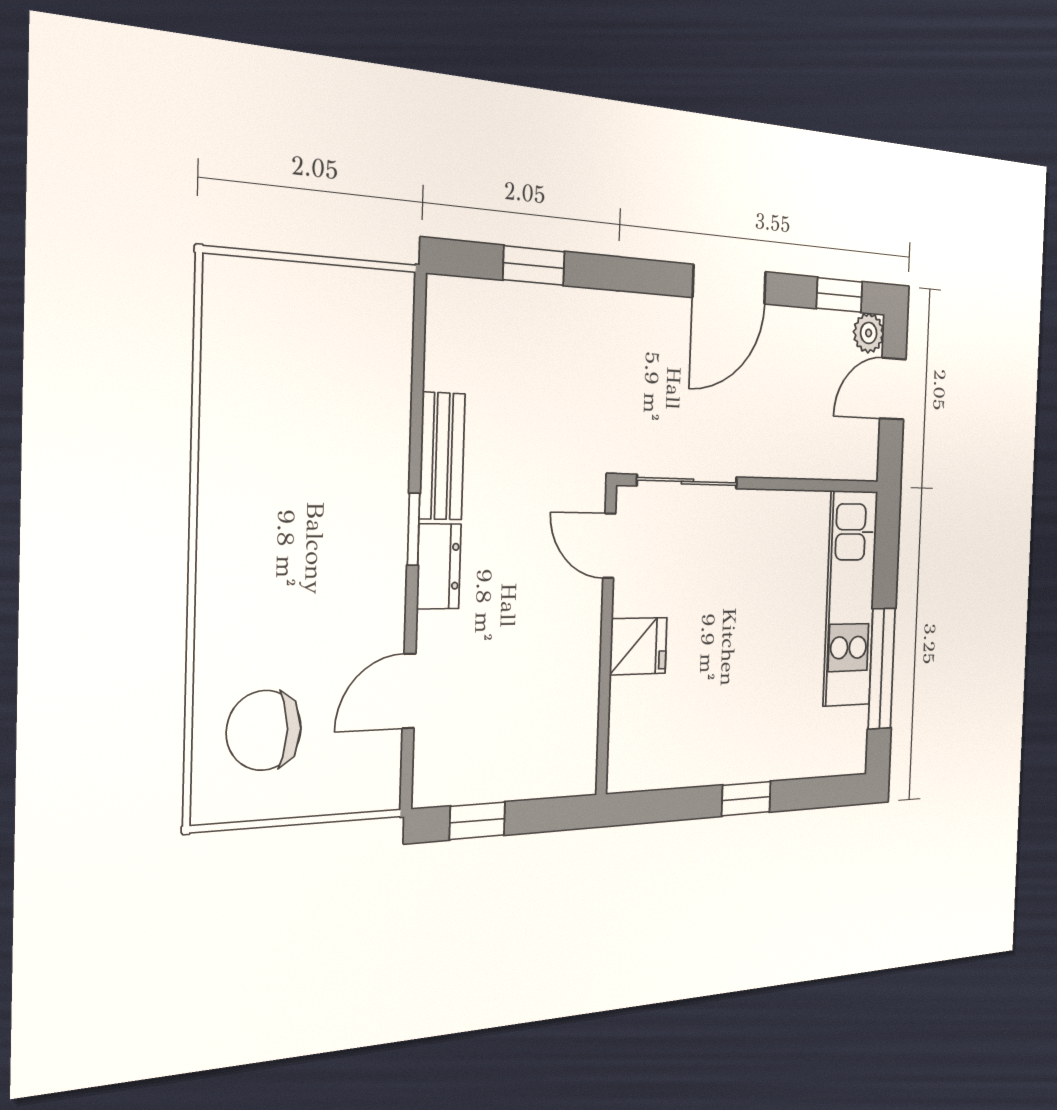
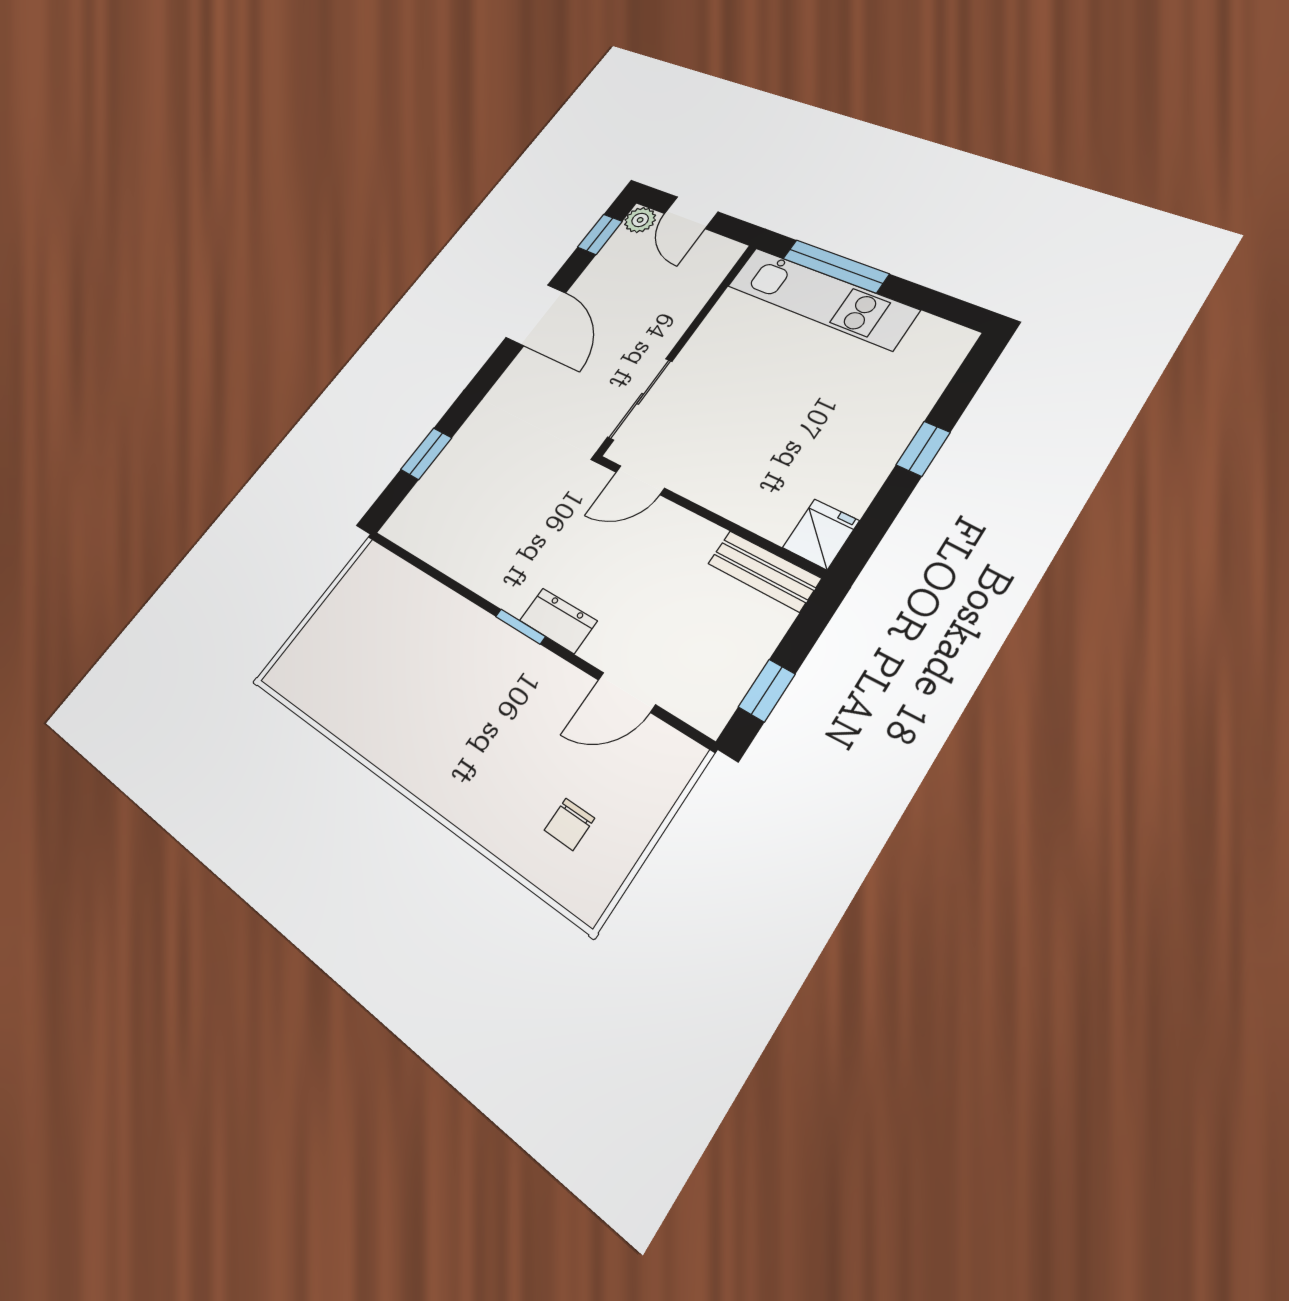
bench: (442, 456) -> (764, 571), moved
fridge: (638, 646) -> (821, 534), moved
window: (882, 669) -> (835, 266), moved
door: (409, 691) -> (627, 692), hinge flipped
chair: (264, 730) -> (569, 824), width x0.54, depth x0.54

